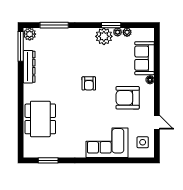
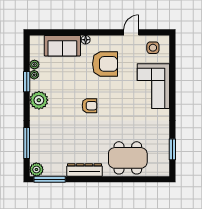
plant: (104, 36) -> (39, 100), moved
dresser: (29, 67) -> (85, 170), moved
armchair: (128, 98) -> (105, 64), turned -90

